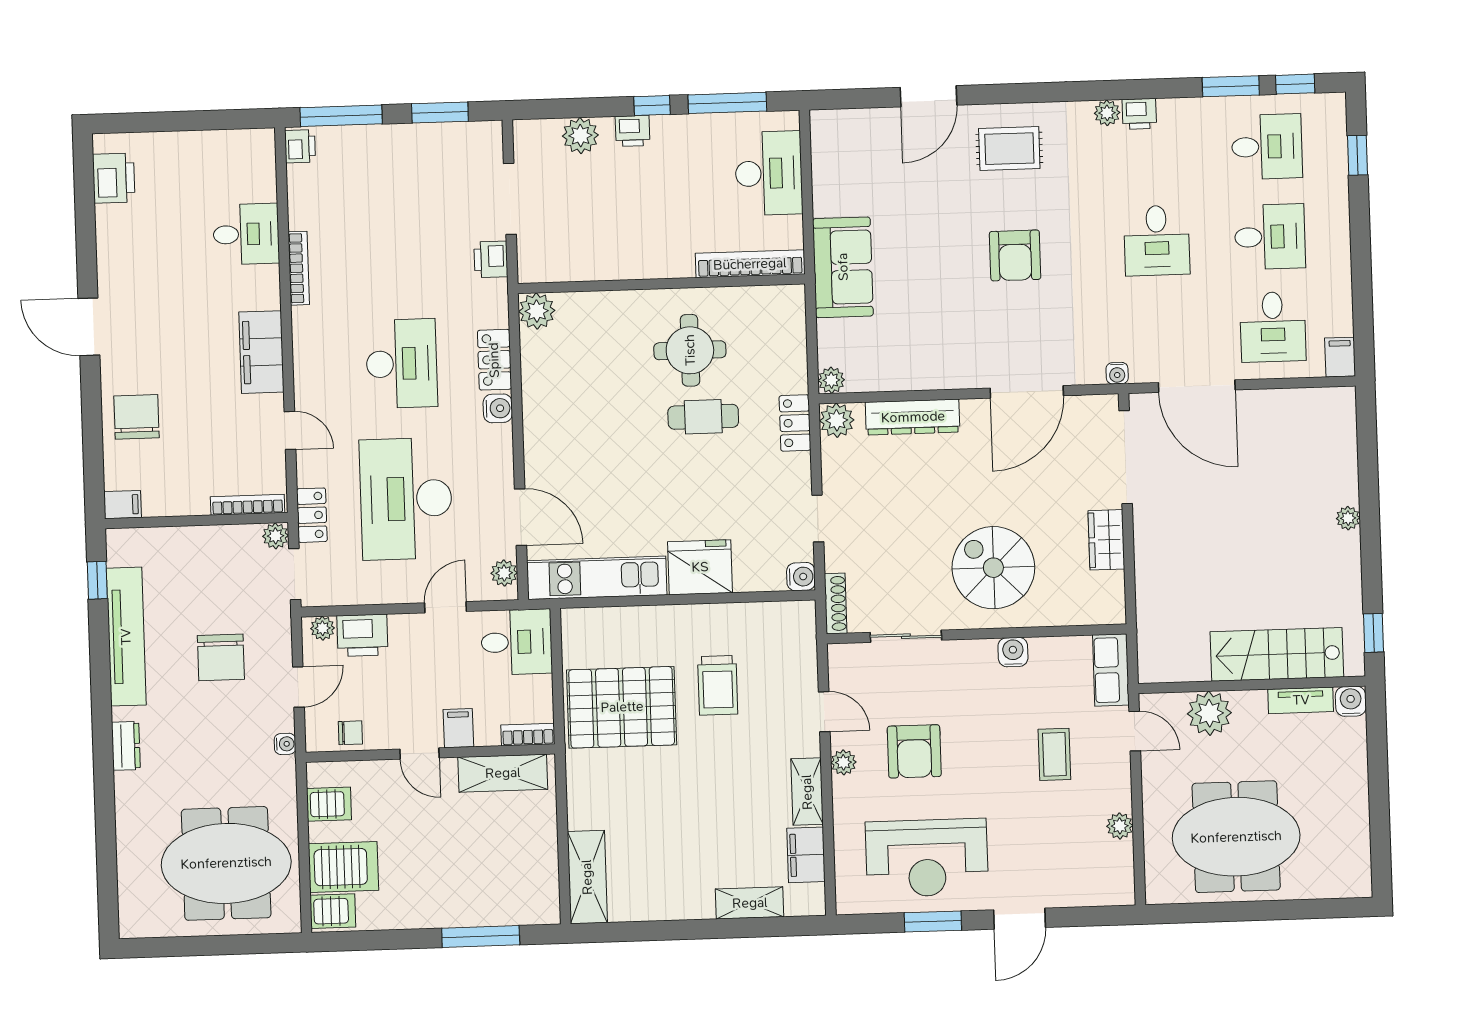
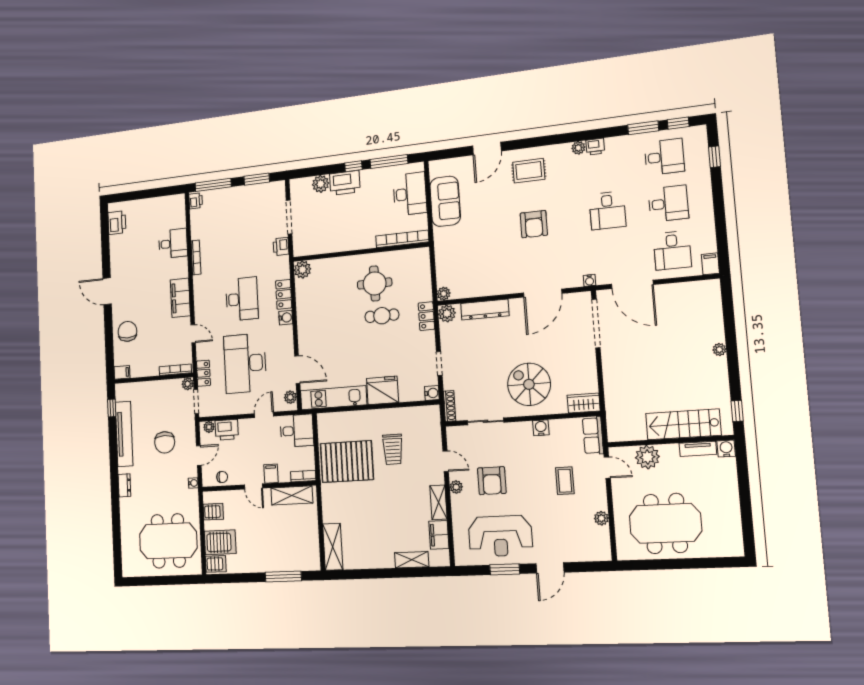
printer: (632, 131) -> (345, 183), width x1.87, depth x1.48
sofa: (843, 267) -> (445, 201), moved
wardrobe: (1106, 540) -> (584, 403), moved, turned 90

